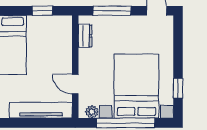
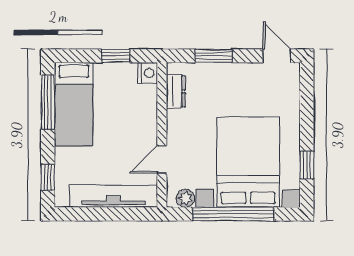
window: (112, 11) -> (214, 56), width x0.69
nightstand: (65, 23) -> (148, 73), added
door: (75, 84) -> (162, 159), hinge flipped

